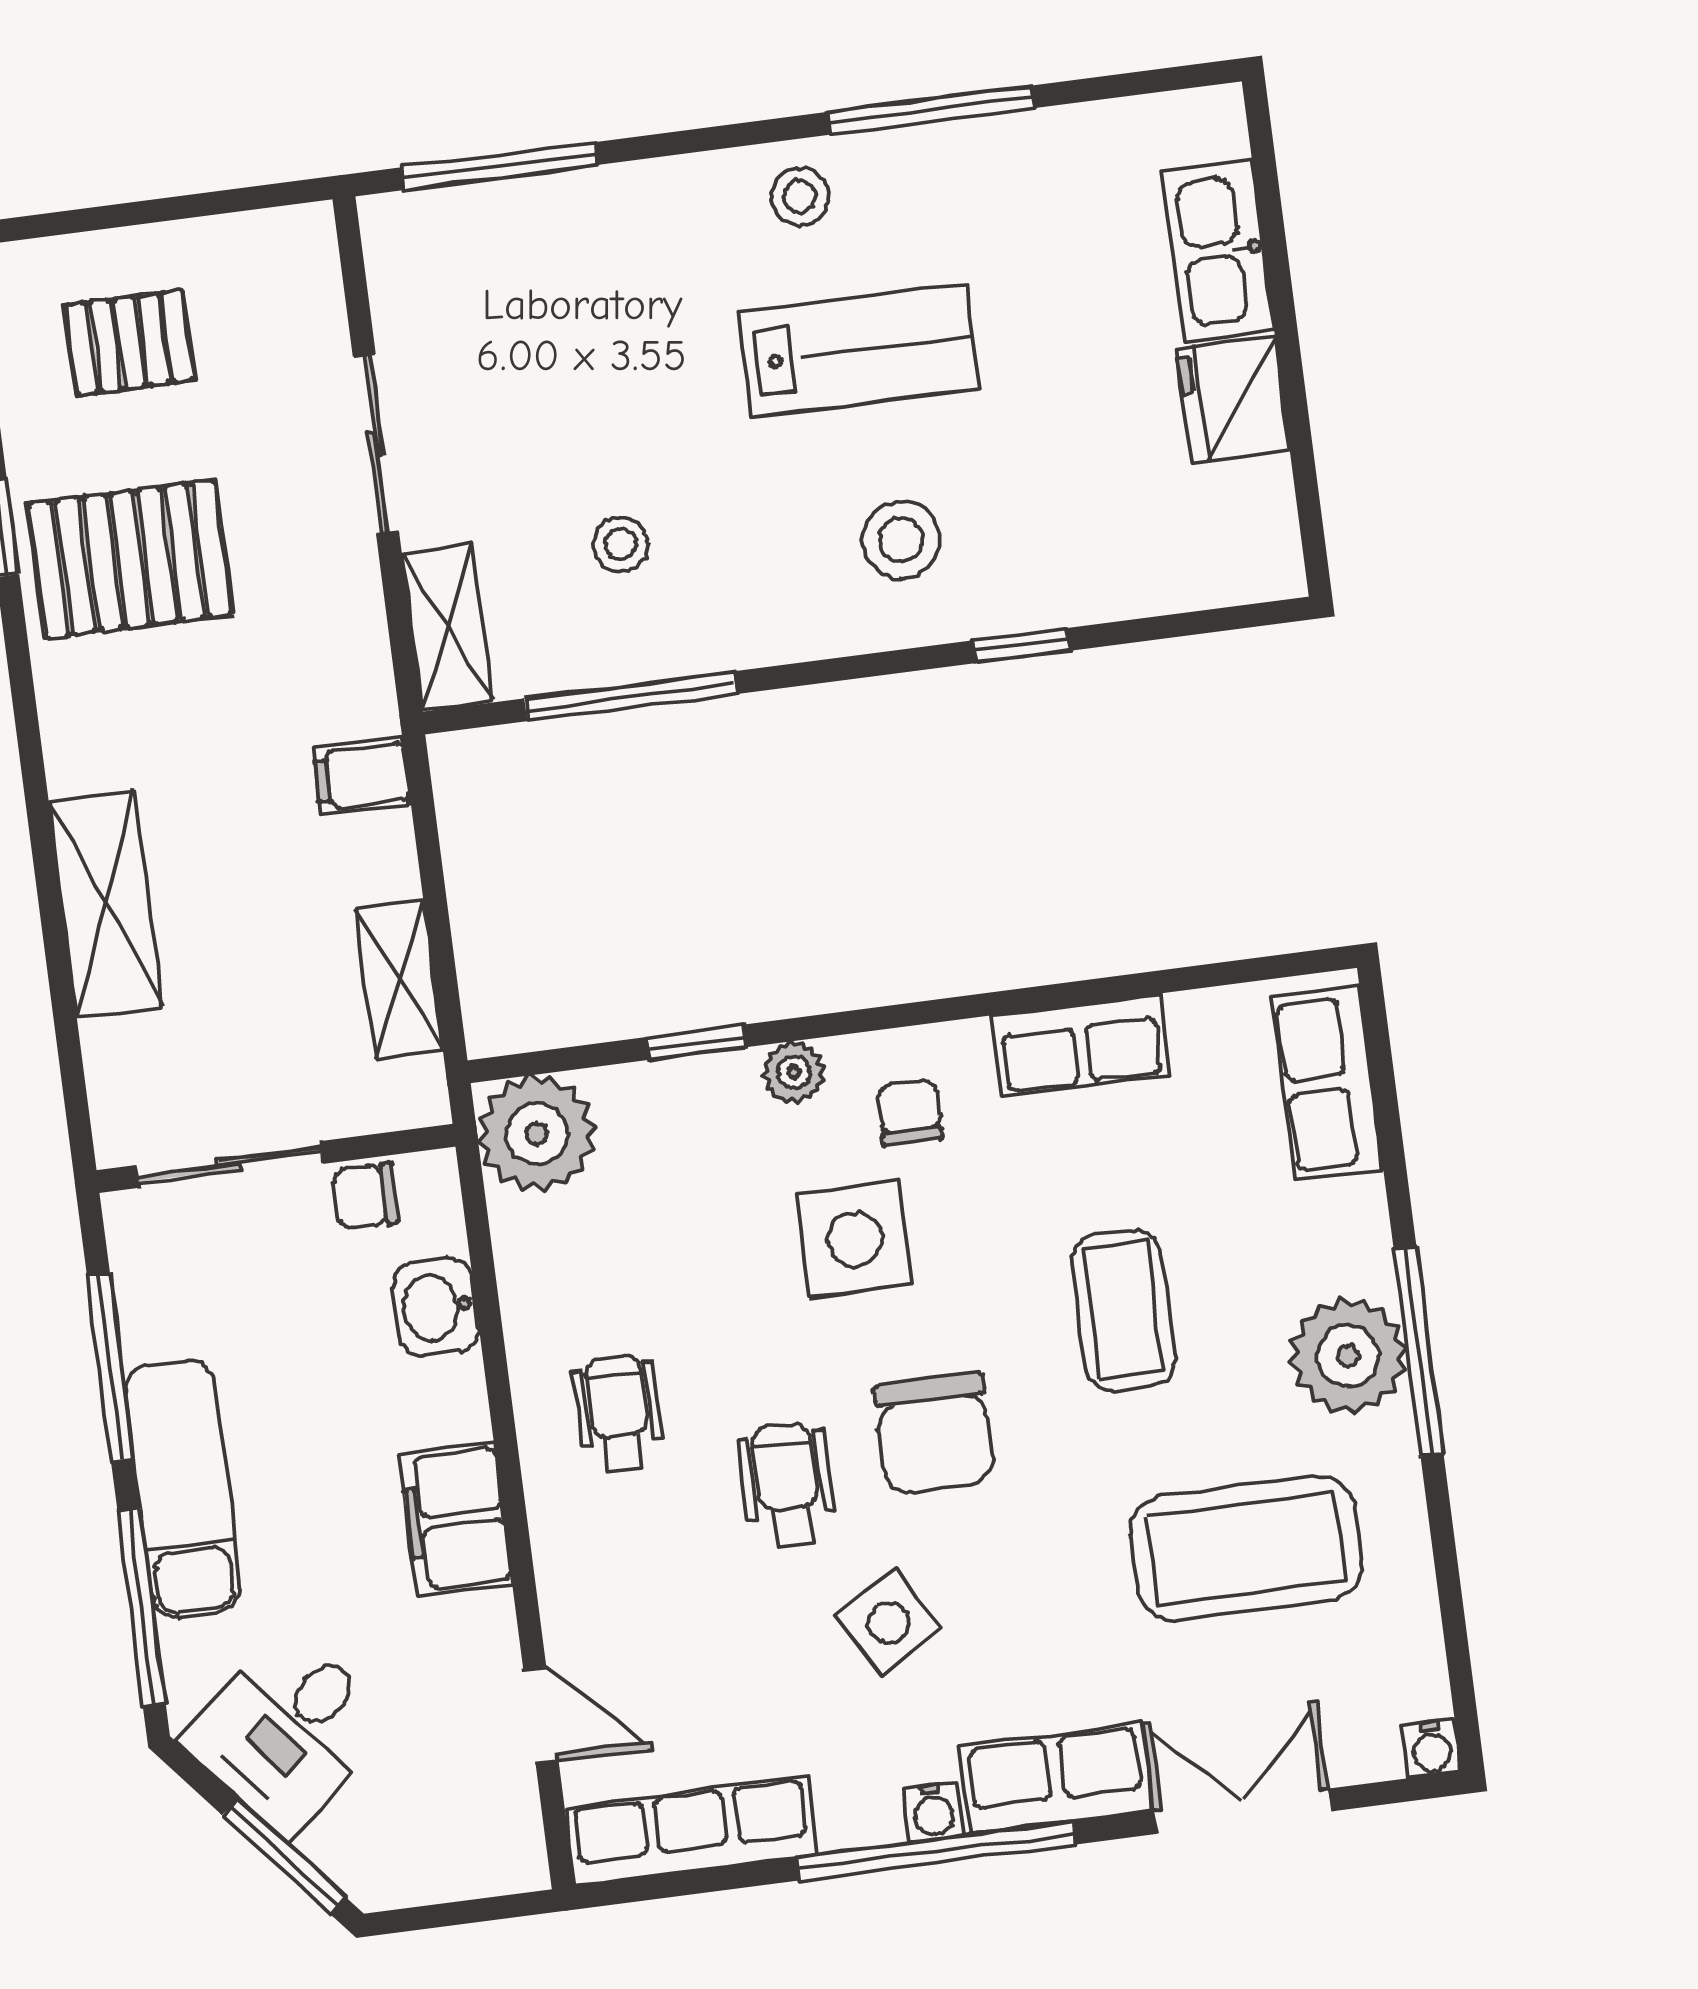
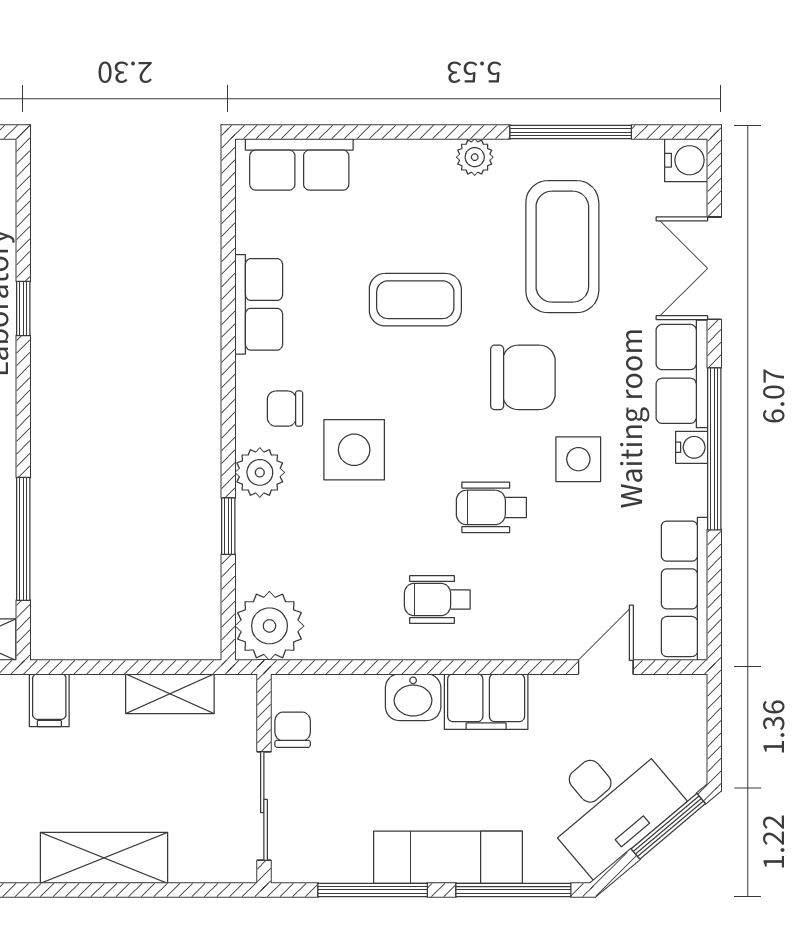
plant: (794, 1072) -> (260, 472), width x1.38, depth x1.38
chair: (365, 1196) -> (293, 730), turned 180
washbasin: (436, 1307) -> (413, 697), moved
window: (1419, 1352) -> (571, 132), moved
plant: (1348, 1356) -> (475, 157), width x0.53, depth x0.53
chair: (935, 1433) -> (523, 377), moved
side table: (888, 1622) -> (578, 459), turned 30
desk: (288, 1732) -> (609, 804), width x1.37
water cooler: (1432, 1748) -> (686, 160), width x1.38, depth x1.38

